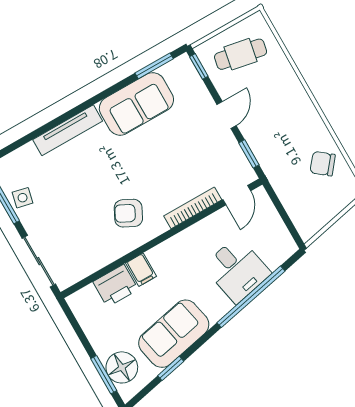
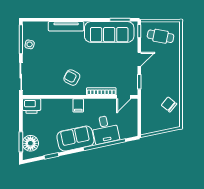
sofa: (136, 104) -> (109, 32), width x1.36
filing cabinet: (141, 270) -> (78, 105), moved
printer: (116, 286) -> (32, 106), moved
sofa: (174, 334) -> (75, 139), moved

